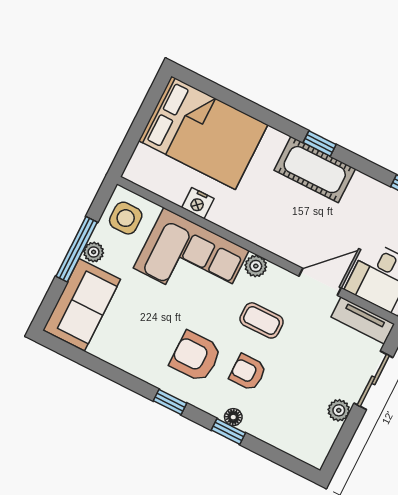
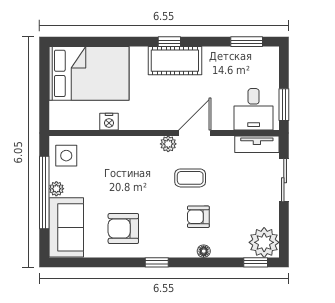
window: (77, 249) -> (44, 193), width x1.46
corner sofa: (191, 259) -> (123, 161), removed
door: (320, 282) -> (195, 133), moved
armchair: (196, 356) -> (123, 228), moved
plant: (339, 410) -> (264, 242), moved, width x1.88, depth x1.88
window: (228, 431) -> (256, 262), moved

